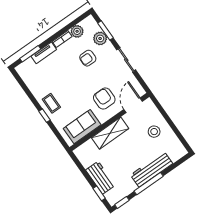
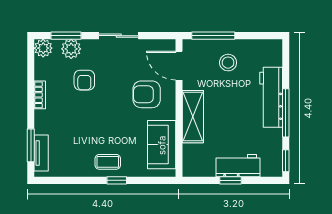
plant: (77, 31) -> (43, 48), moved
tv unit: (44, 53) -> (41, 153), moved
window: (163, 113) -> (213, 36), added
window: (99, 193) -> (230, 180), moved

